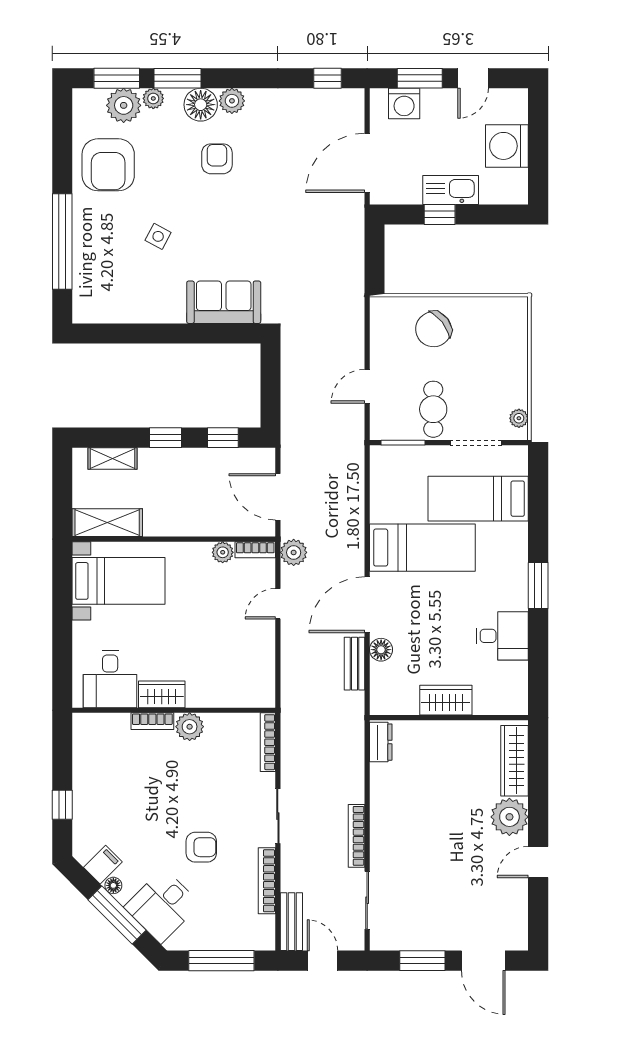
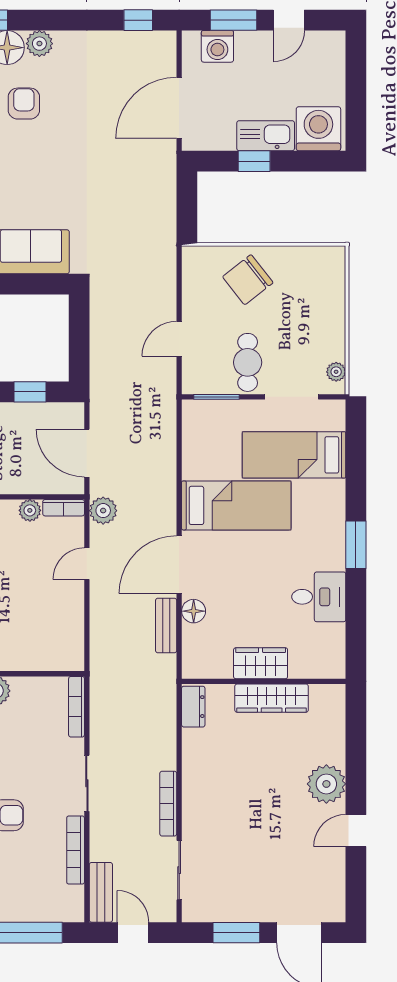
washing machine: (507, 146) -> (318, 129), moved, turned 90
wardrobe: (514, 761) -> (272, 698), moved, turned -90

